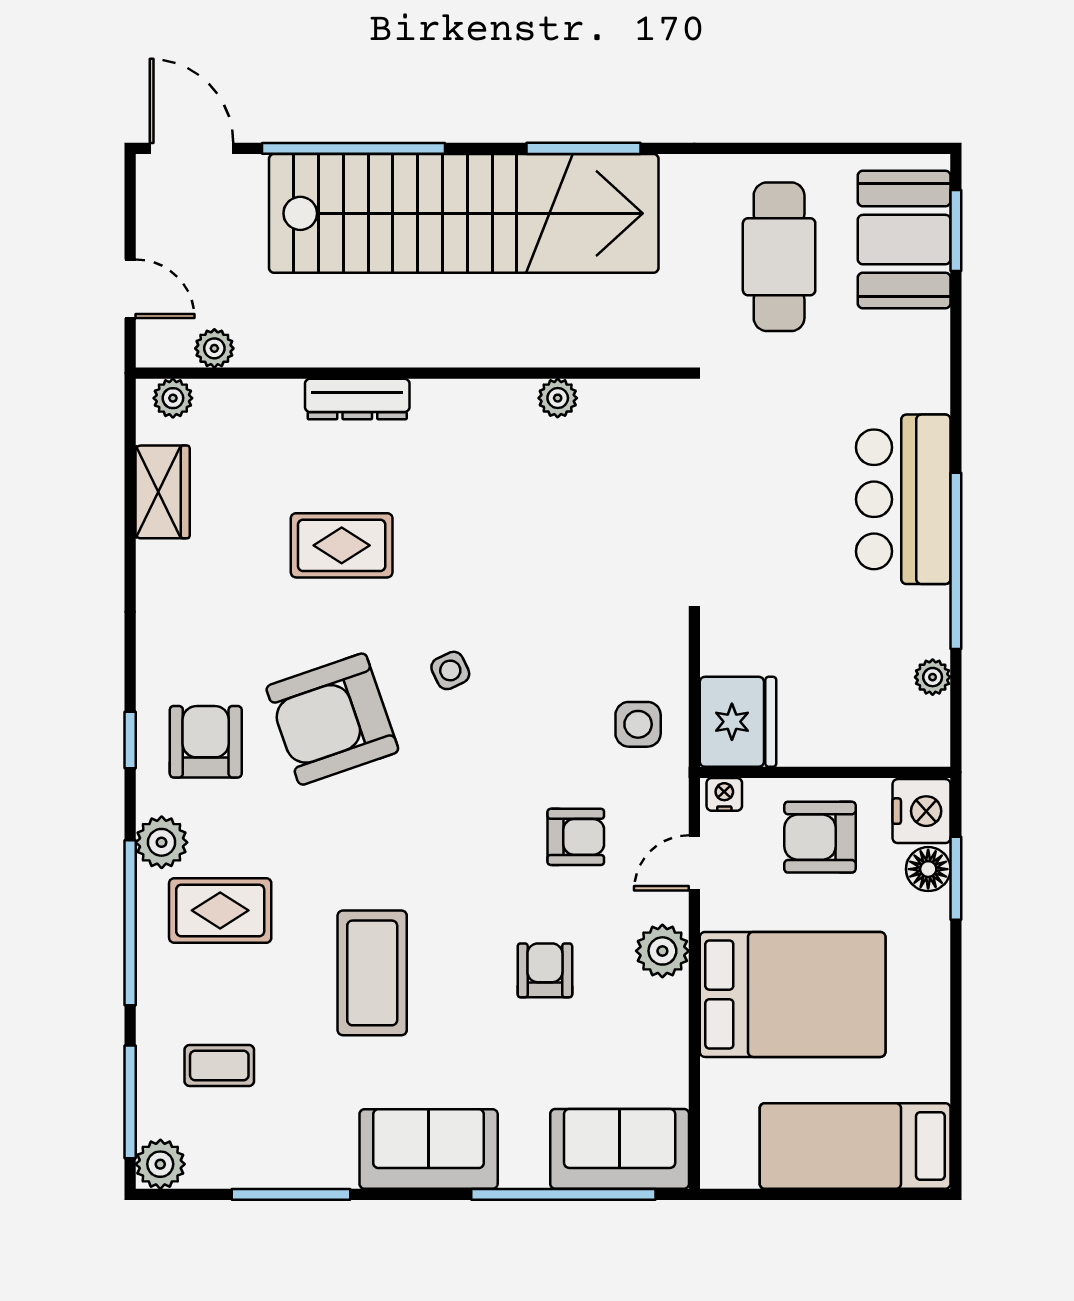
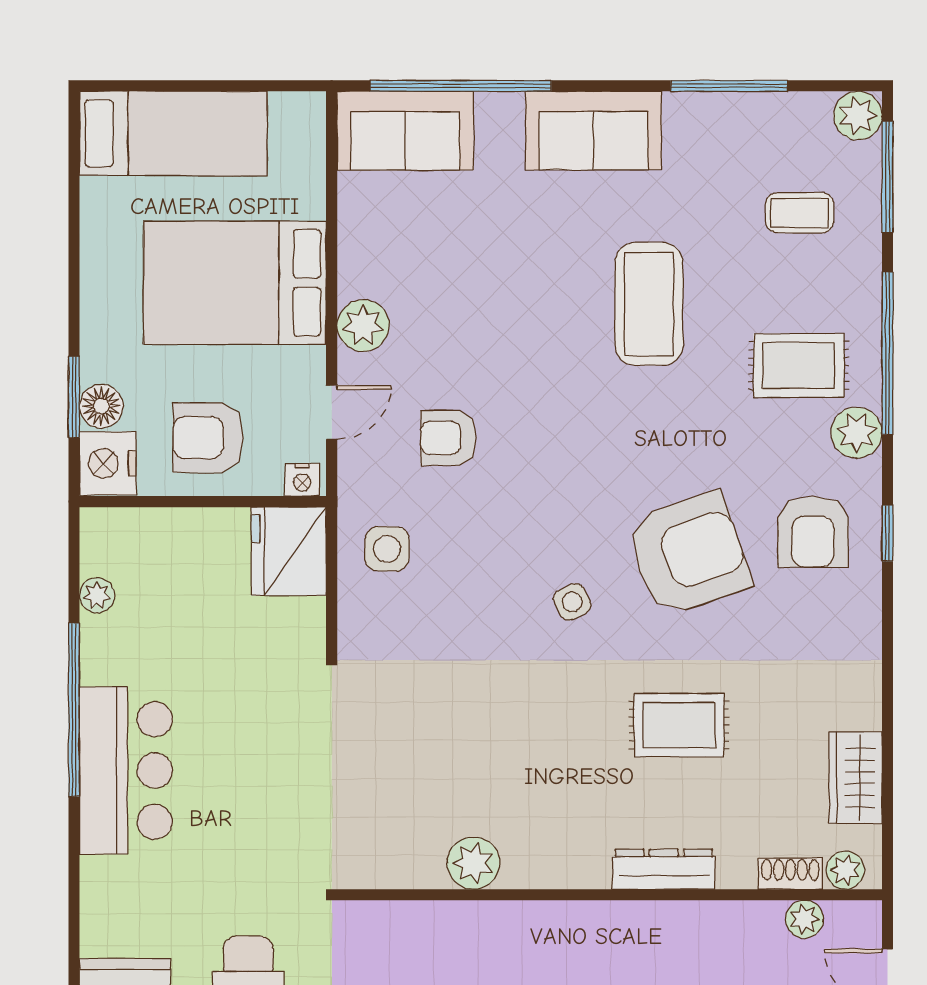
shoe rack: (229, 394) -> (790, 874), added
plant: (558, 398) -> (473, 863), width x1.38, depth x1.38
armchair: (820, 837) -> (208, 438), turned 180
armchair: (545, 970) -> (479, 306), removed

